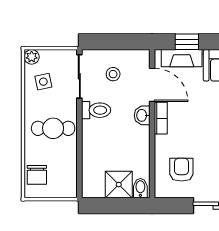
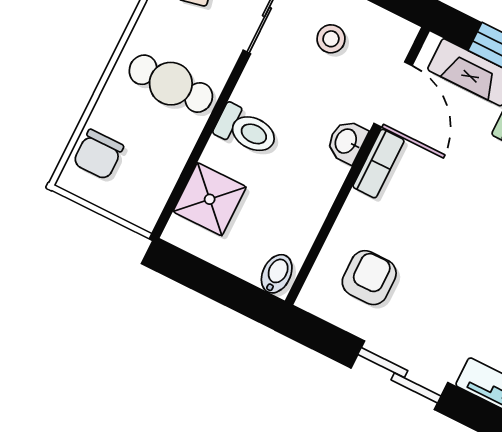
toilet: (96, 110) -> (246, 130), moved
shower: (119, 185) -> (210, 199), moved

